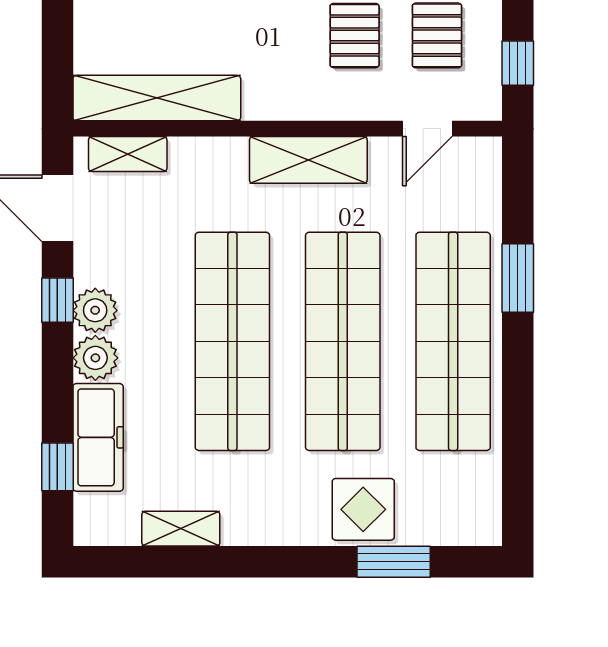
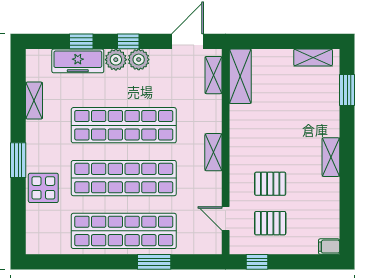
shelving: (157, 98) -> (240, 76), width x0.68
shelving: (308, 160) -> (213, 152), width x0.67, depth x0.75
window: (57, 300) -> (128, 41), moved
window: (57, 467) -> (81, 41), moved
window: (394, 562) -> (18, 160), moved

